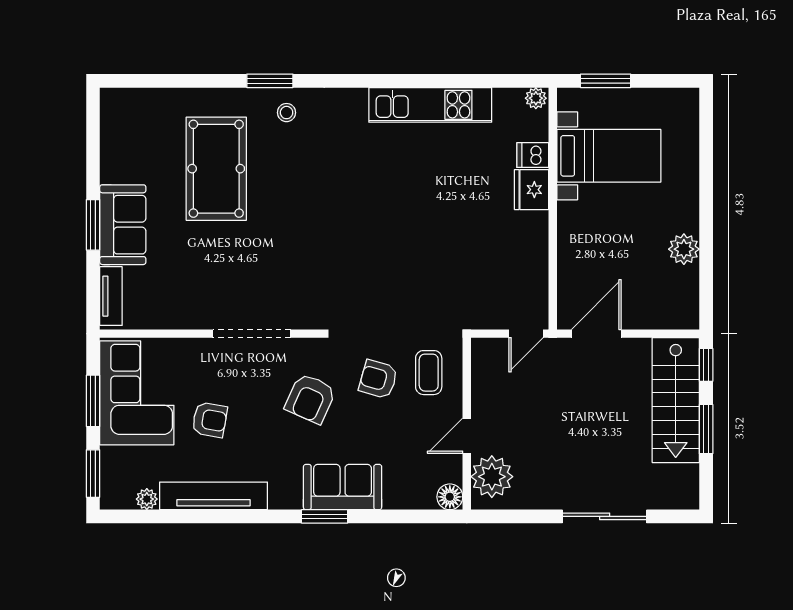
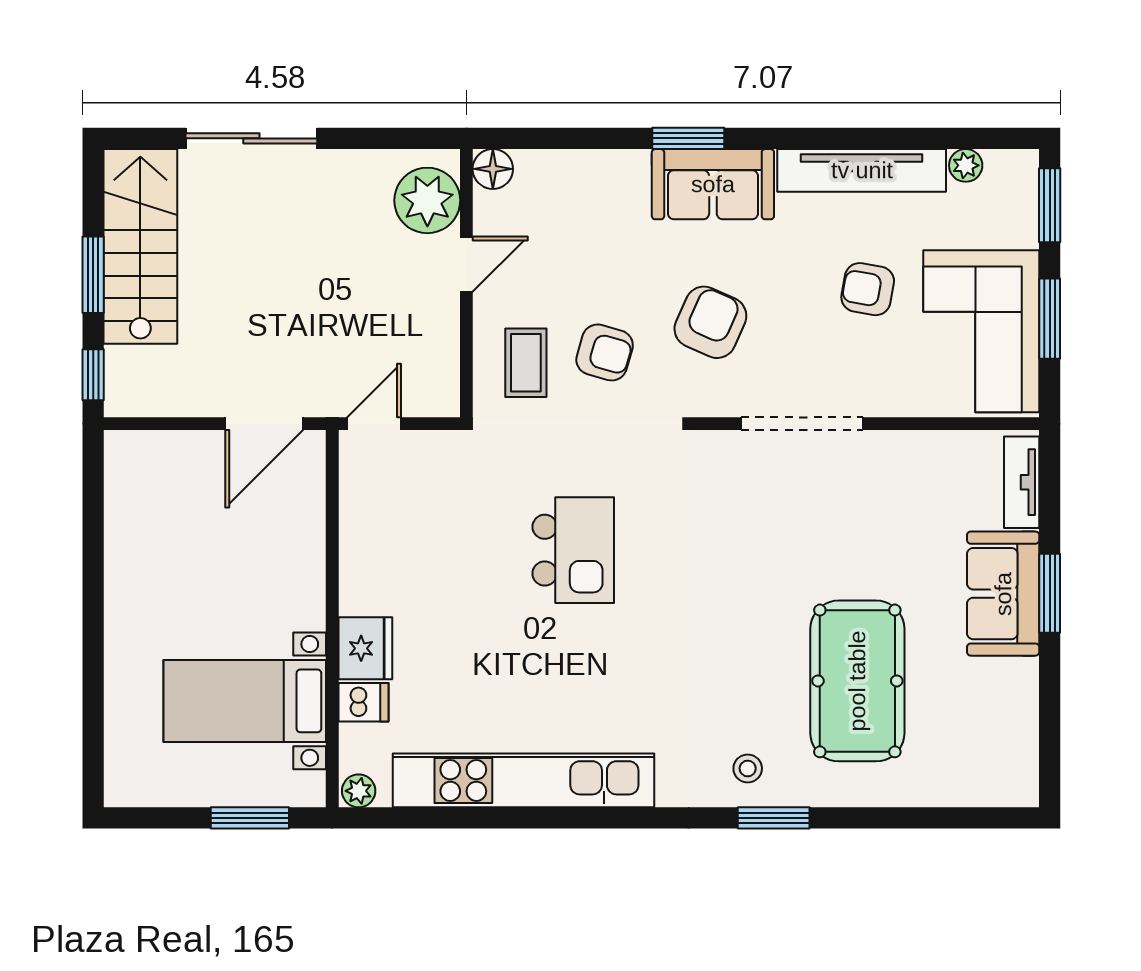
kitchen unit: (430, 105) -> (523, 780), width x1.36
plant: (684, 249) -> (128, 555), removed
kitchen island: (398, 252) -> (573, 550), added
stairs: (676, 400) -> (140, 246), moved
sofa: (343, 487) -> (713, 184), moved

